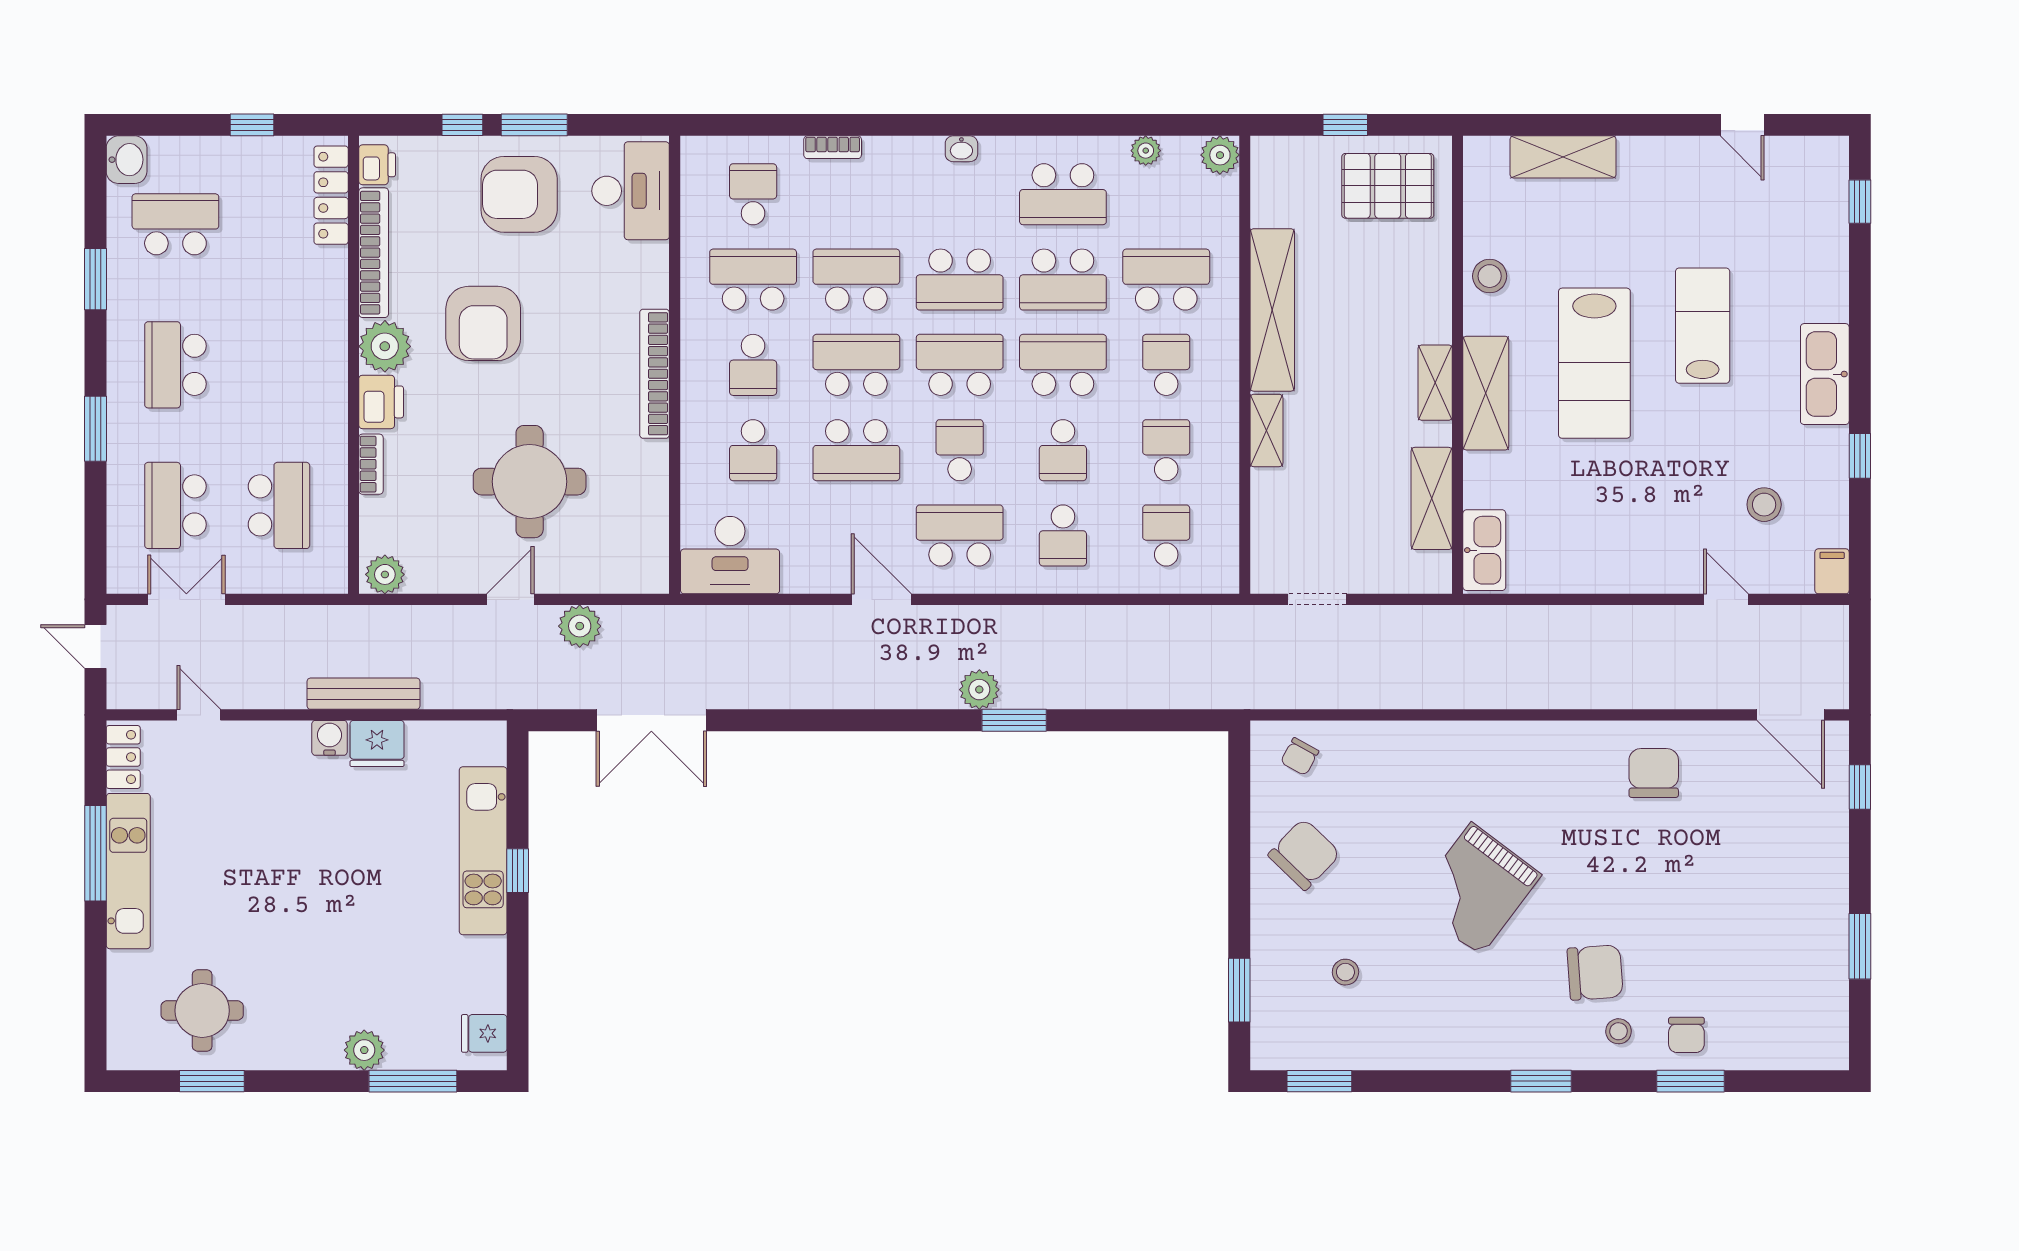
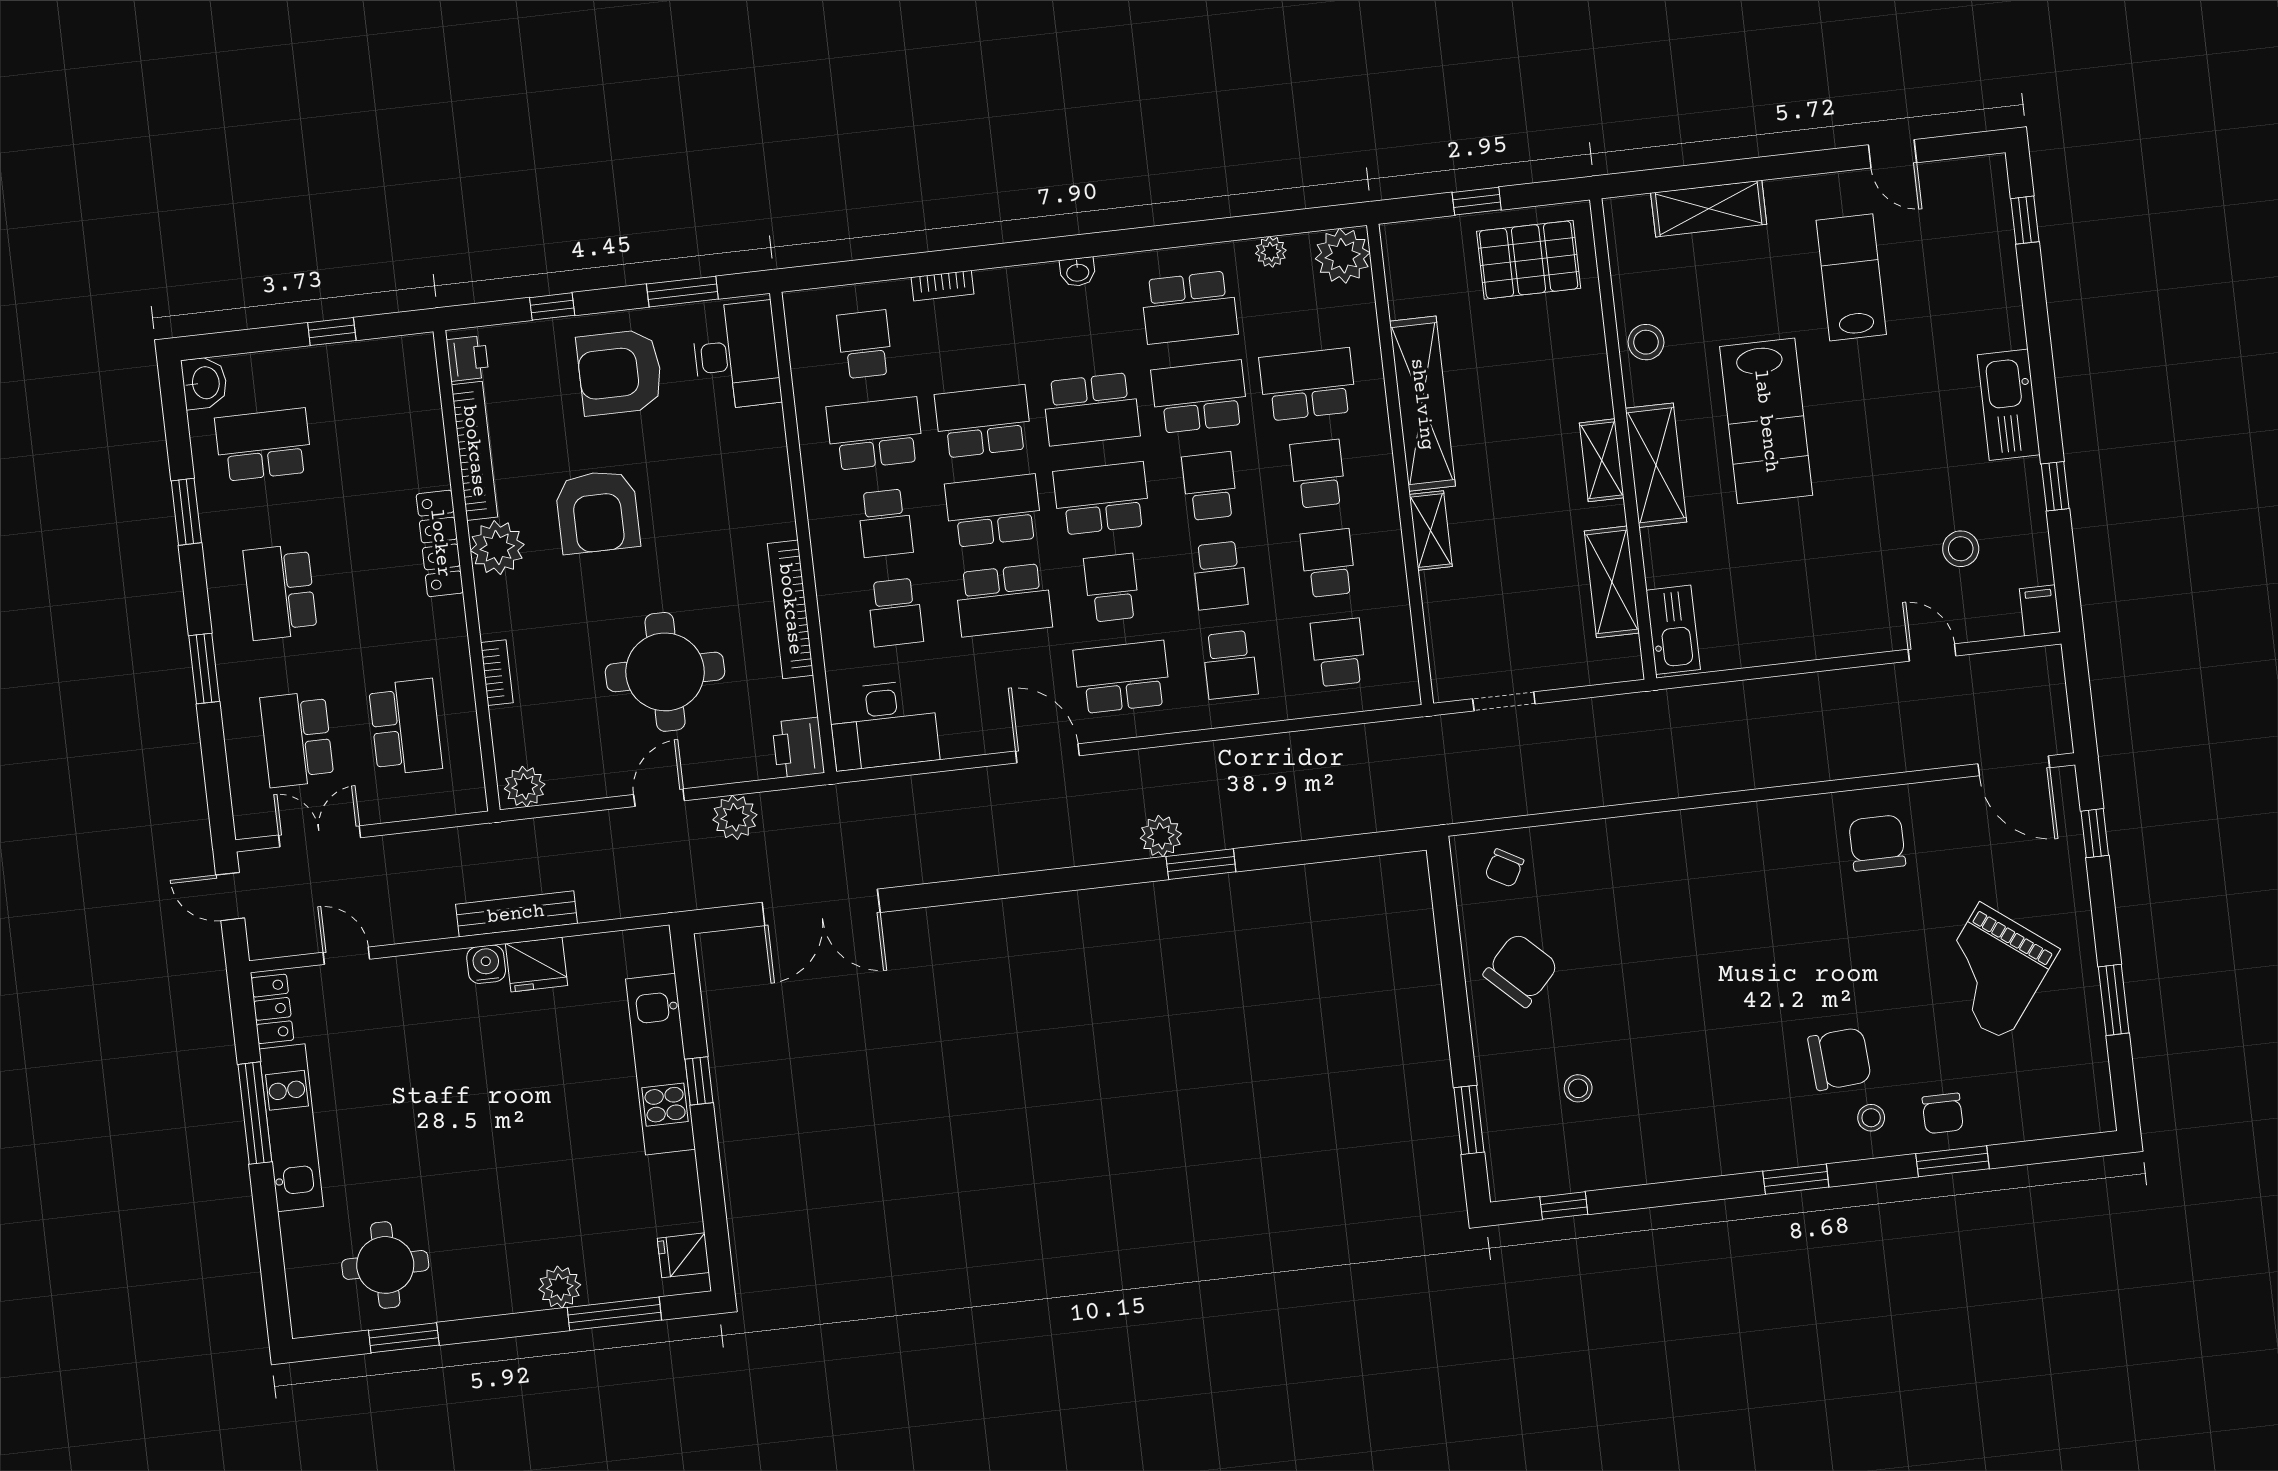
window: (534, 125) -> (682, 292), moved
plant: (1220, 155) -> (1343, 256), width x1.36, depth x1.36
locker: (331, 195) -> (440, 543), moved
school desk: (1063, 280) -> (1200, 397), turned 180
lab bench: (1703, 326) -> (1851, 277), moved
school desk: (1063, 365) -> (1210, 486), width x0.54
bookcase: (655, 374) -> (790, 609), moved
printer: (381, 402) -> (798, 748), moved, turned 180
grand piano: (1476, 889) -> (1993, 972), moved
window: (1319, 1081) -> (1564, 1206), width x0.67

